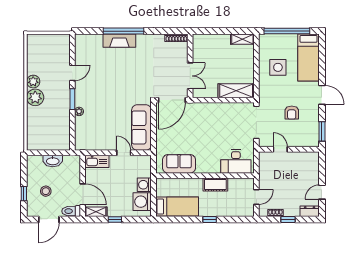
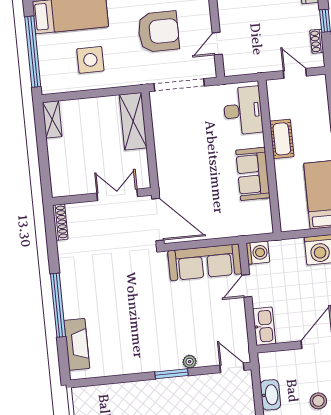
fireplace: (119, 41) -> (77, 344), moved
door: (72, 73) -> (232, 368), moved
armchair: (292, 113) -> (158, 32), width x1.88, depth x1.88
sofa: (179, 164) -> (253, 174), moved
washing machine: (144, 185) -> (258, 253), moved, turned -90

